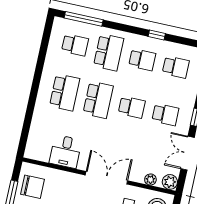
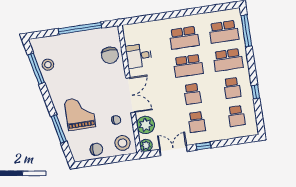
school desk: (75, 45) -> (224, 32), width x1.85
plant: (150, 180) -> (146, 125), width x1.87, depth x1.87
chair: (33, 187) -> (110, 55), moved

